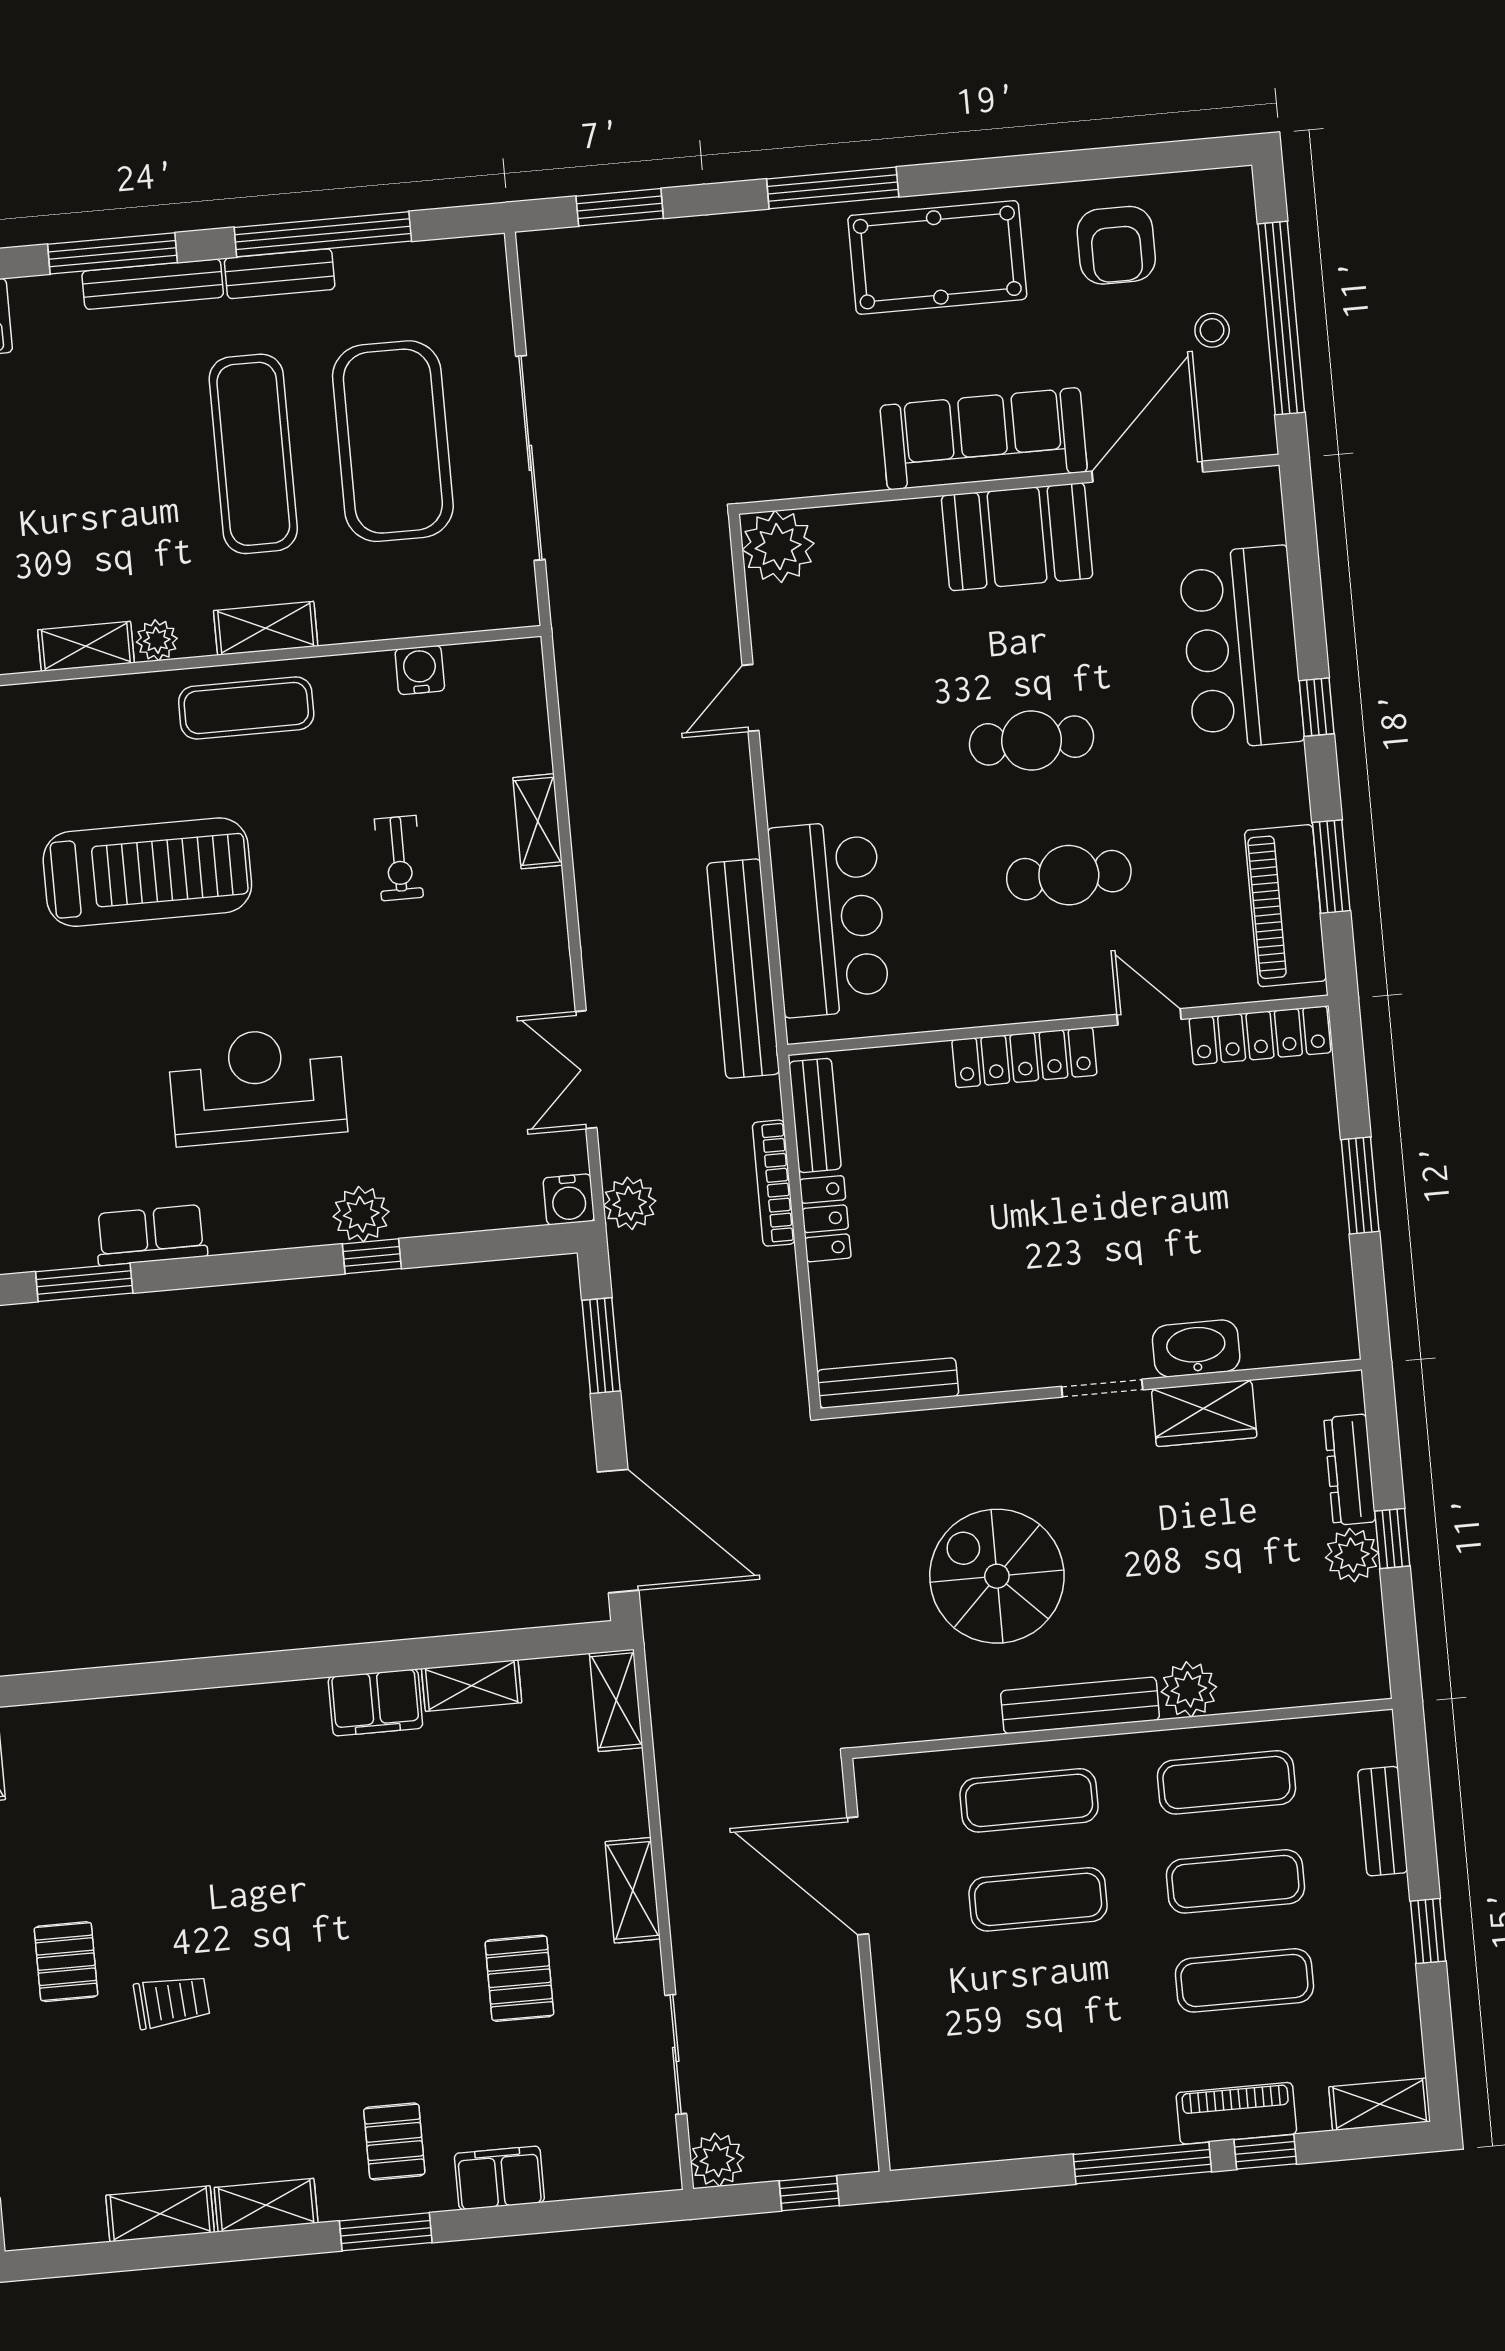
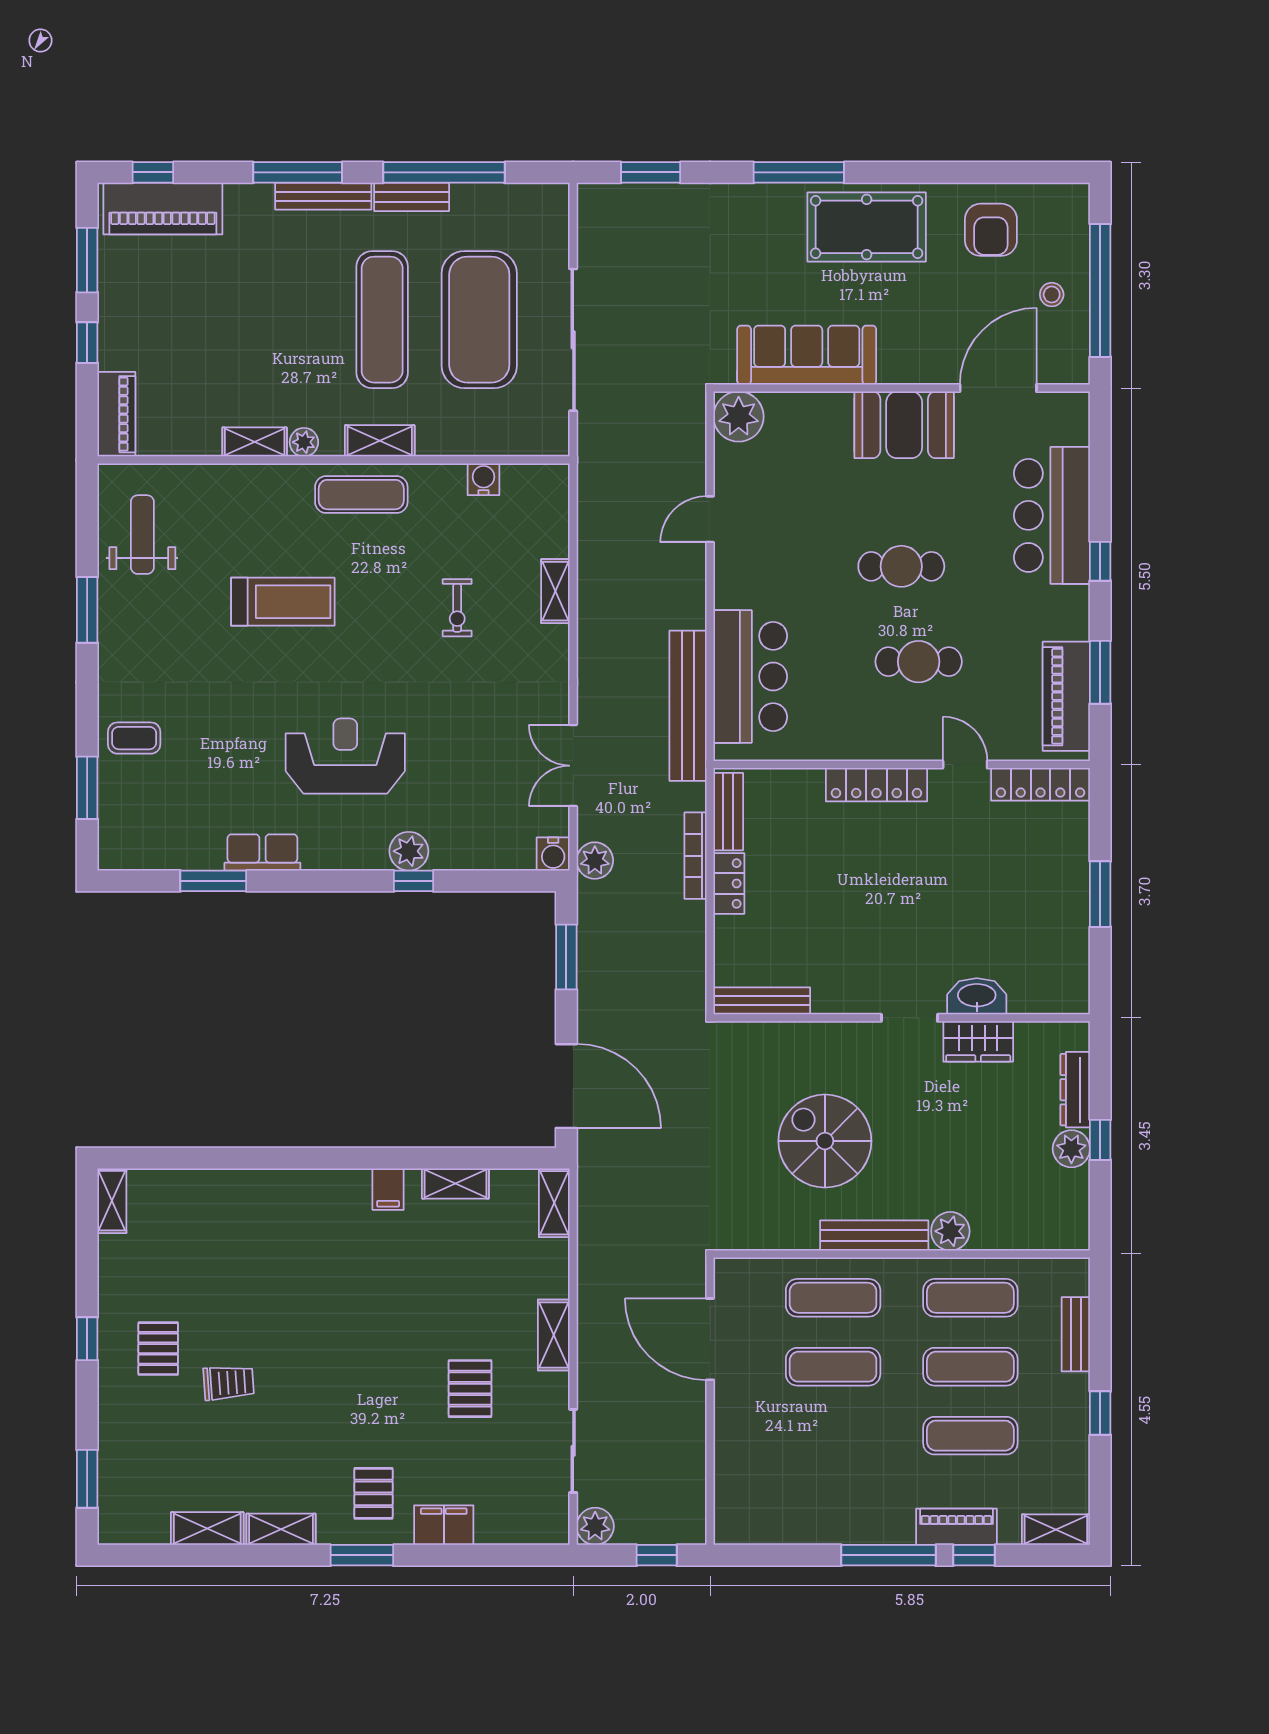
sofa: (984, 439) -> (807, 355), moved
treadmill: (147, 872) -> (283, 602), width x0.73, depth x0.73
filing cabinet: (375, 1703) -> (388, 1189), width x0.50

